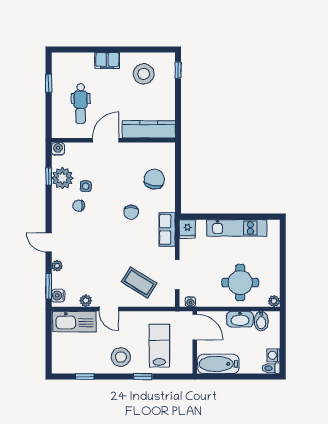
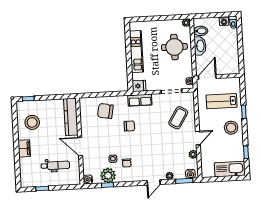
kitchen sink: (74, 321) -> (230, 169), moved, turned -90
bathtub: (218, 364) -> (232, 59), removed

